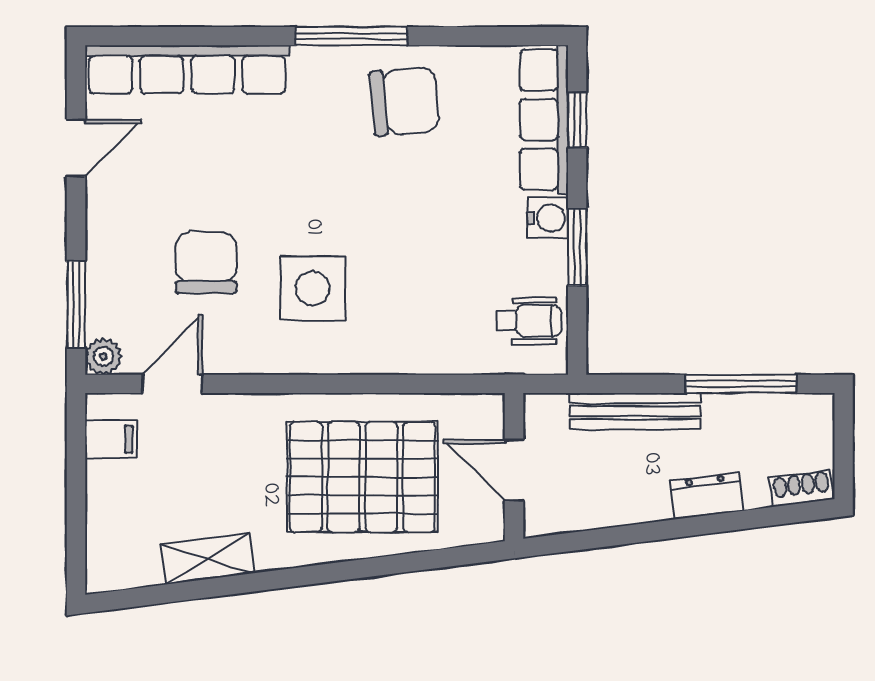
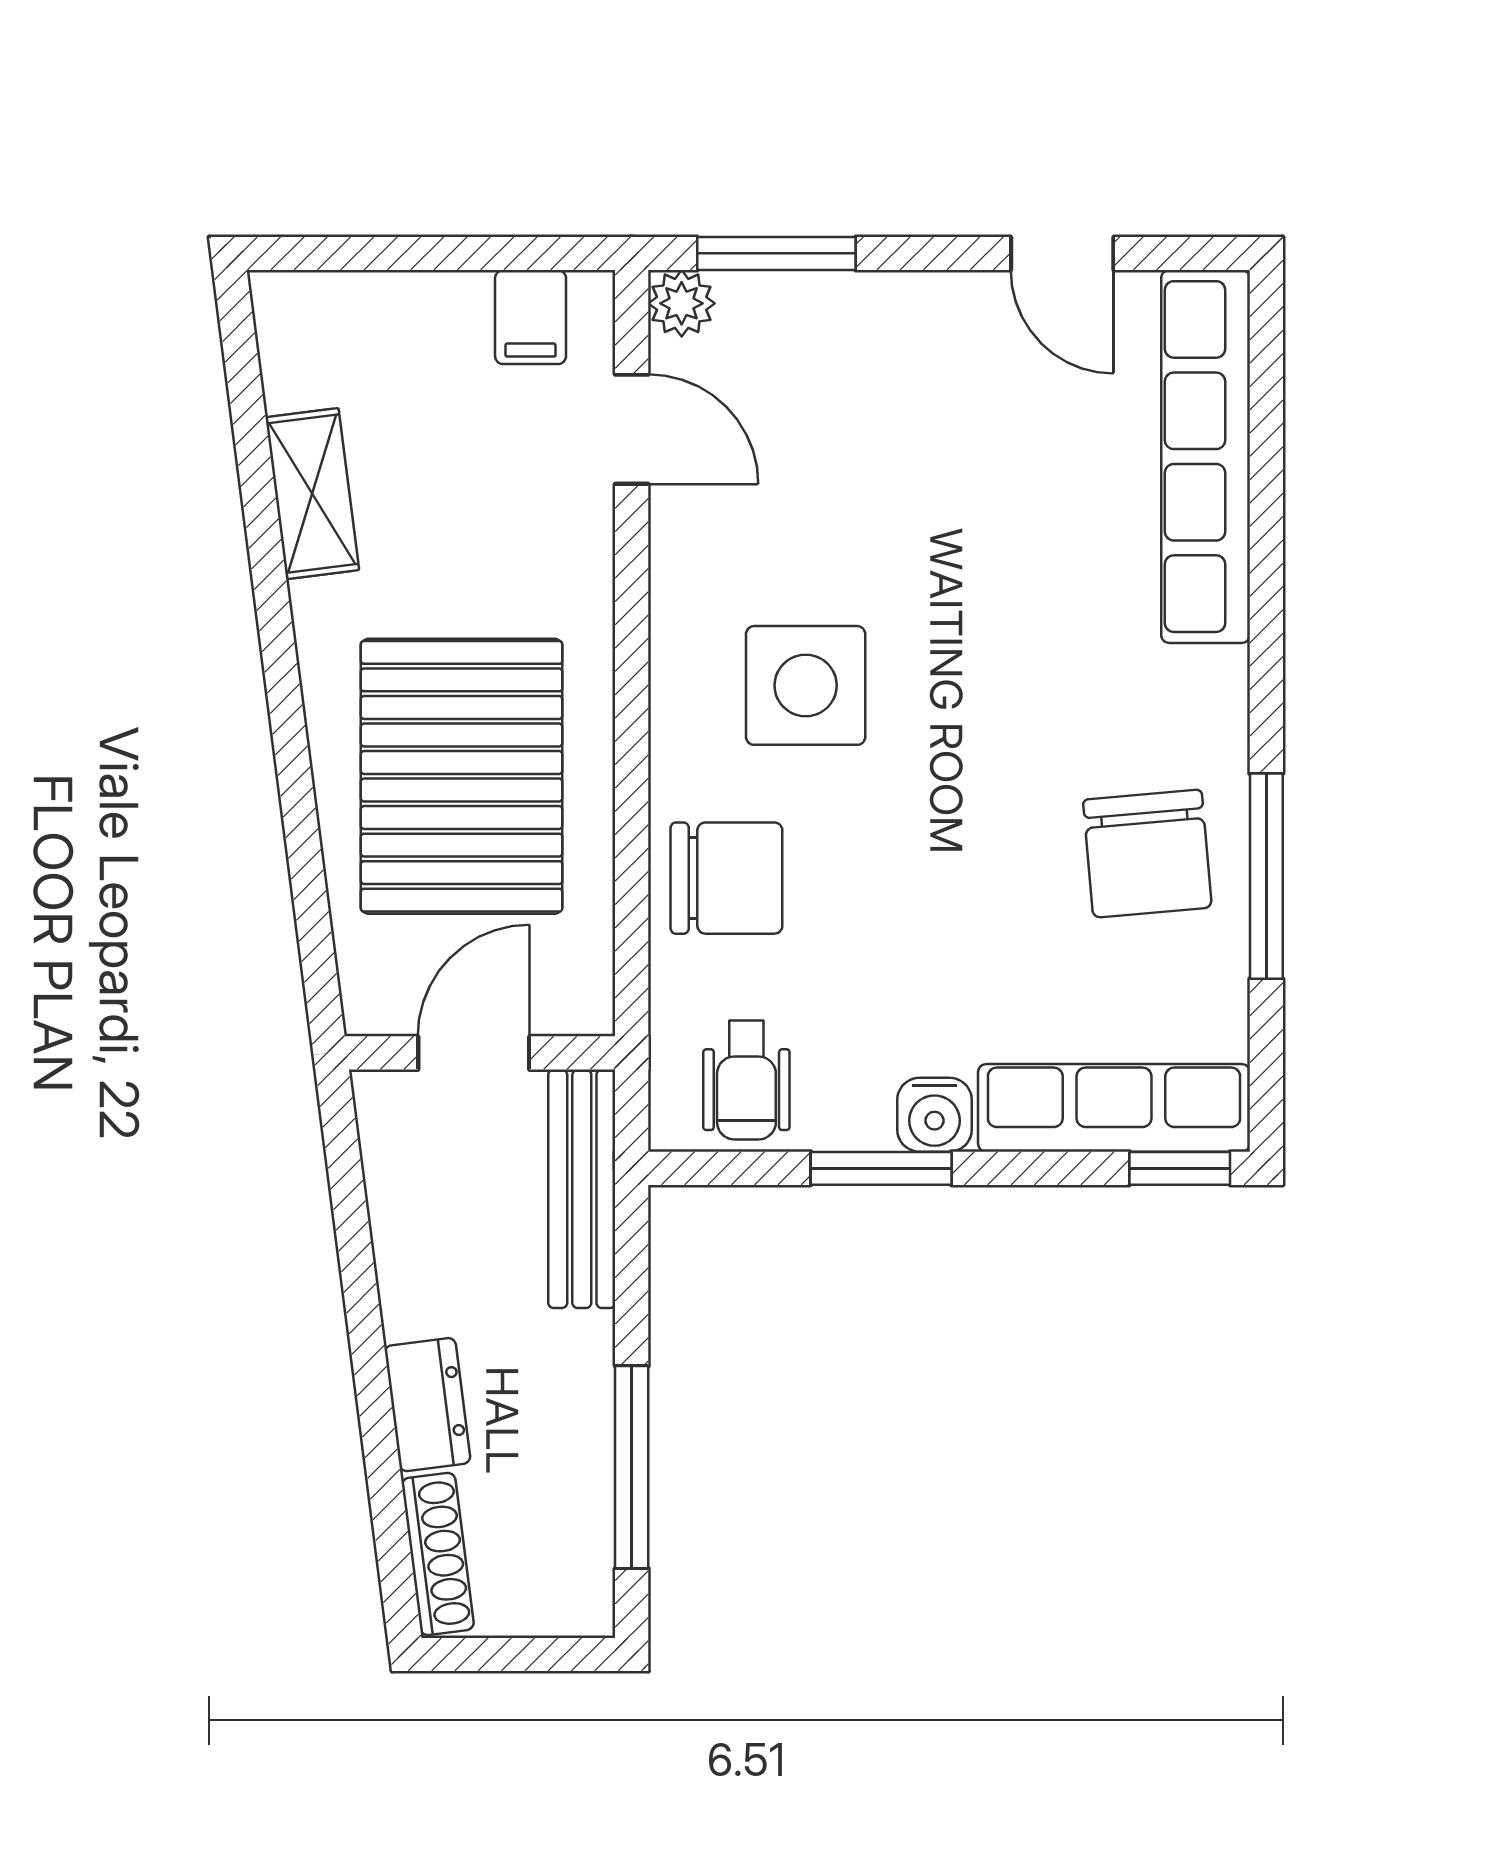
window: (351, 36) -> (1266, 876), moved
window: (577, 120) -> (1180, 1168), moved
chair: (206, 263) -> (726, 878), moved
bench: (635, 411) -> (582, 1189), moved
shoe rack: (801, 488) -> (438, 1554), width x1.43

